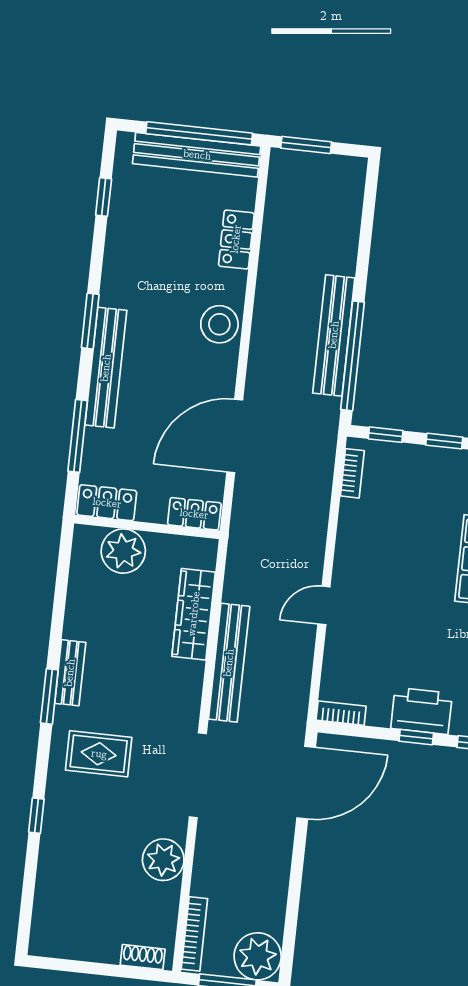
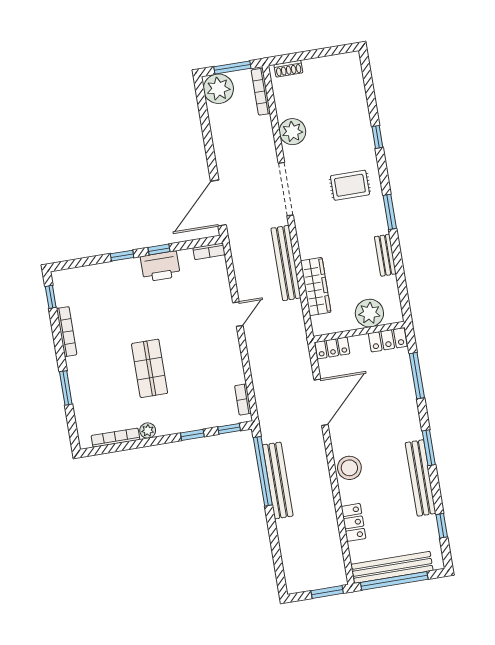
bench: (106, 368) -> (421, 478), moved
bench: (70, 673) -> (385, 255), moved

